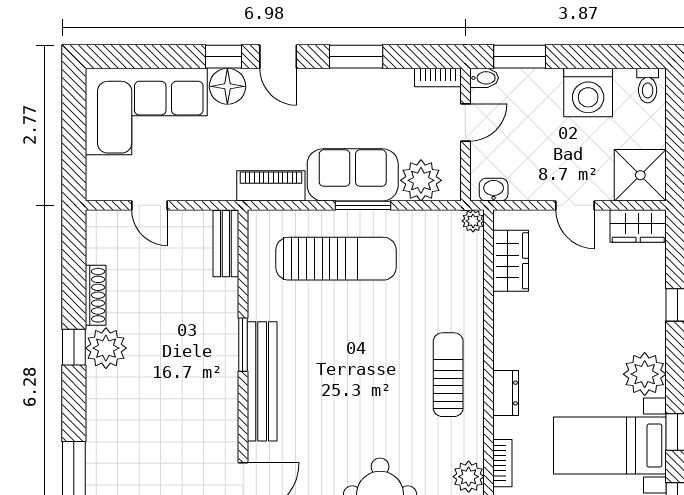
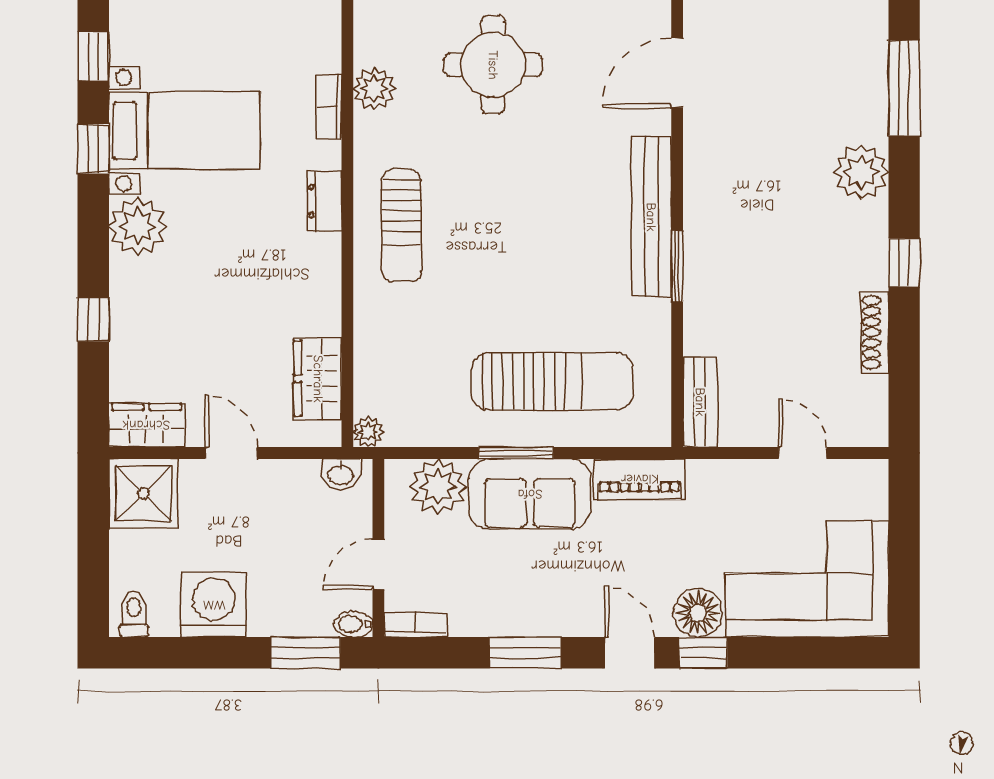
sun lounger: (336, 259) -> (552, 381), turned 180
plant: (106, 348) -> (861, 172), moved

